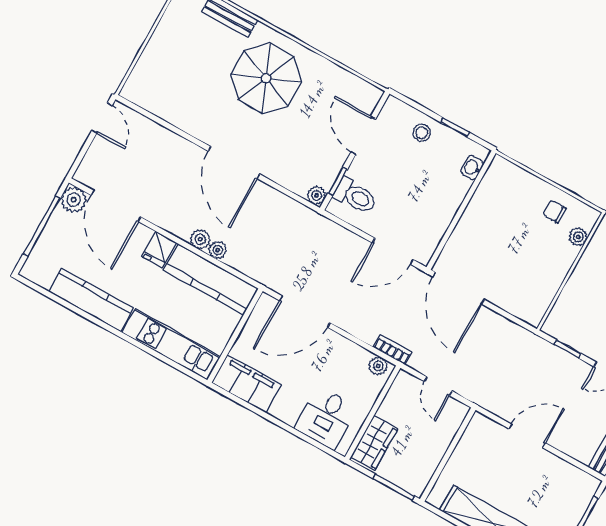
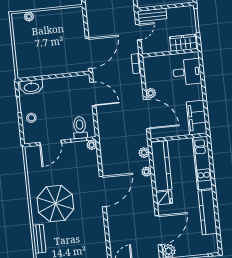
washbasin: (472, 168) -> (31, 87), width x1.91, depth x1.45
chair: (555, 212) -> (25, 35), removed
plant: (200, 239) -> (144, 153), moved
plant: (378, 366) -> (151, 93), moved
bench: (450, 425) -> (152, 15), added

